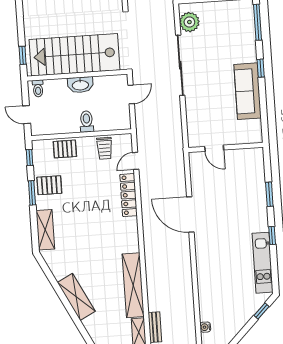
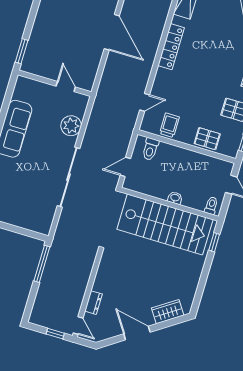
plant: (189, 22) -> (71, 126), moved
washbasin: (80, 85) -> (175, 198), width x0.52, depth x0.69
toilet: (87, 121) -> (150, 149), moved
window: (269, 194) -> (22, 51), moved
locker: (129, 195) -> (171, 47), moved

